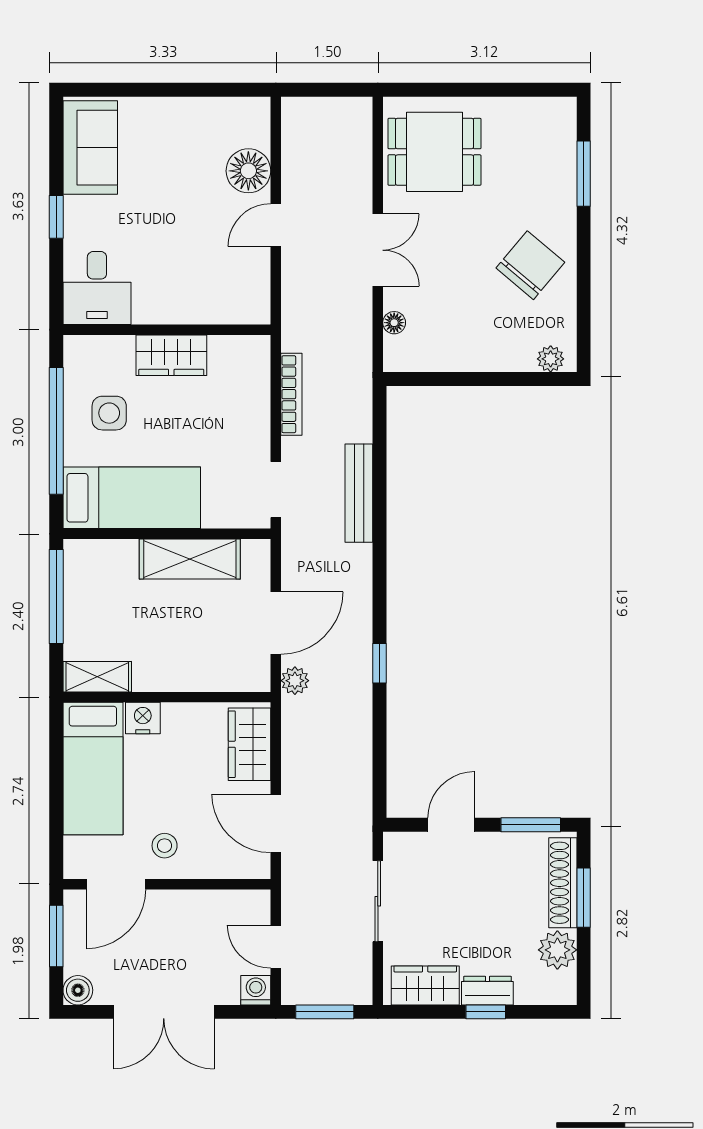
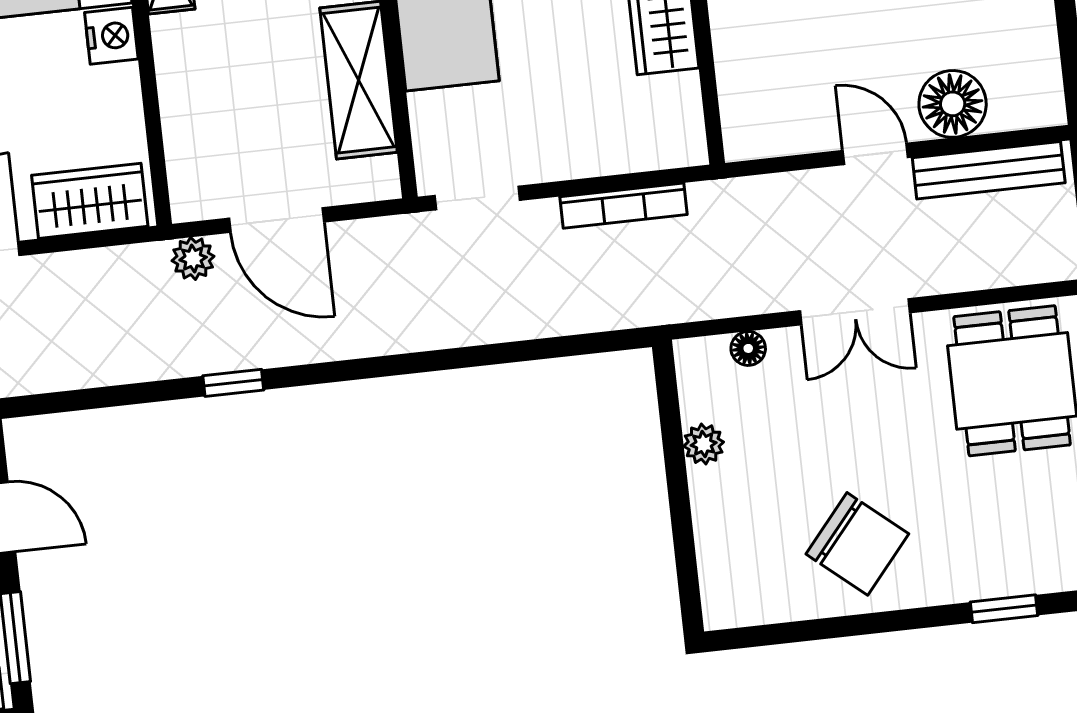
window: (584, 174) -> (1004, 609), width x0.67
plant: (551, 359) -> (704, 444), moved
bench: (359, 493) -> (989, 170), moved

